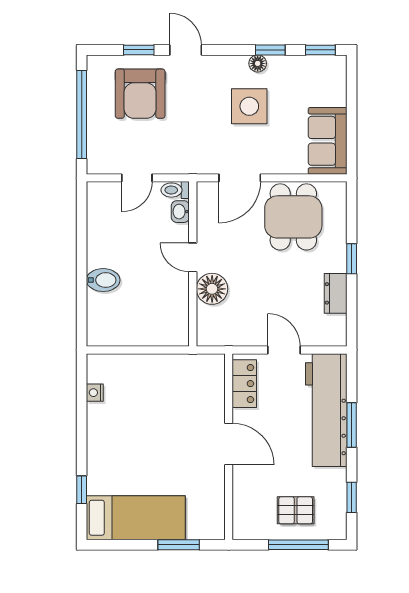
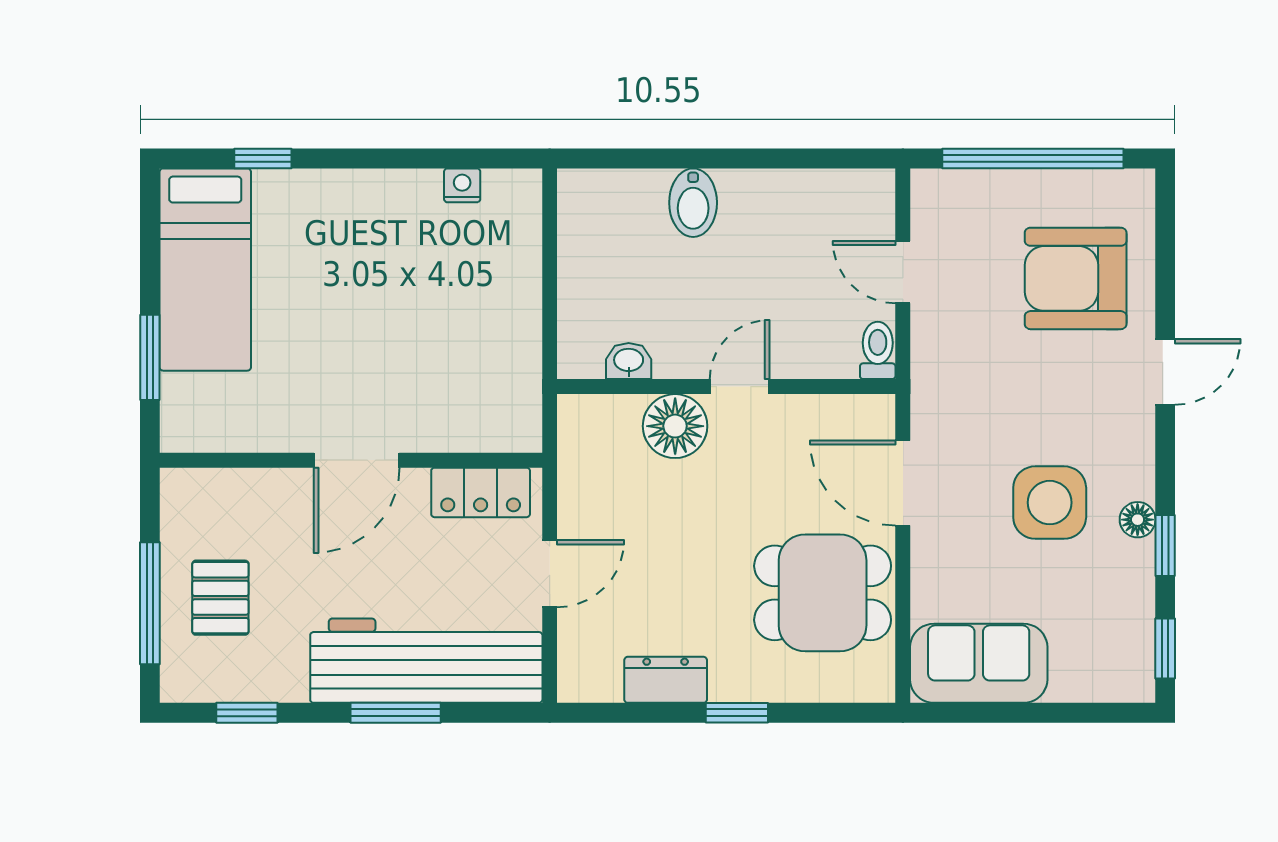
window: (139, 50) -> (1165, 276), removed
washbasin: (180, 212) -> (629, 361), moved

